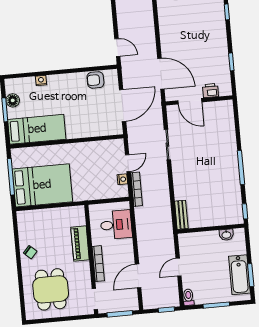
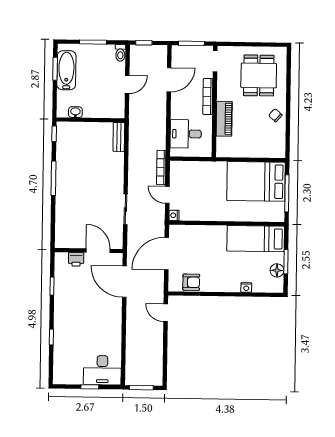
door: (128, 163) -> (167, 195), hinge flipped
nightstand: (122, 179) -> (174, 215), moved

